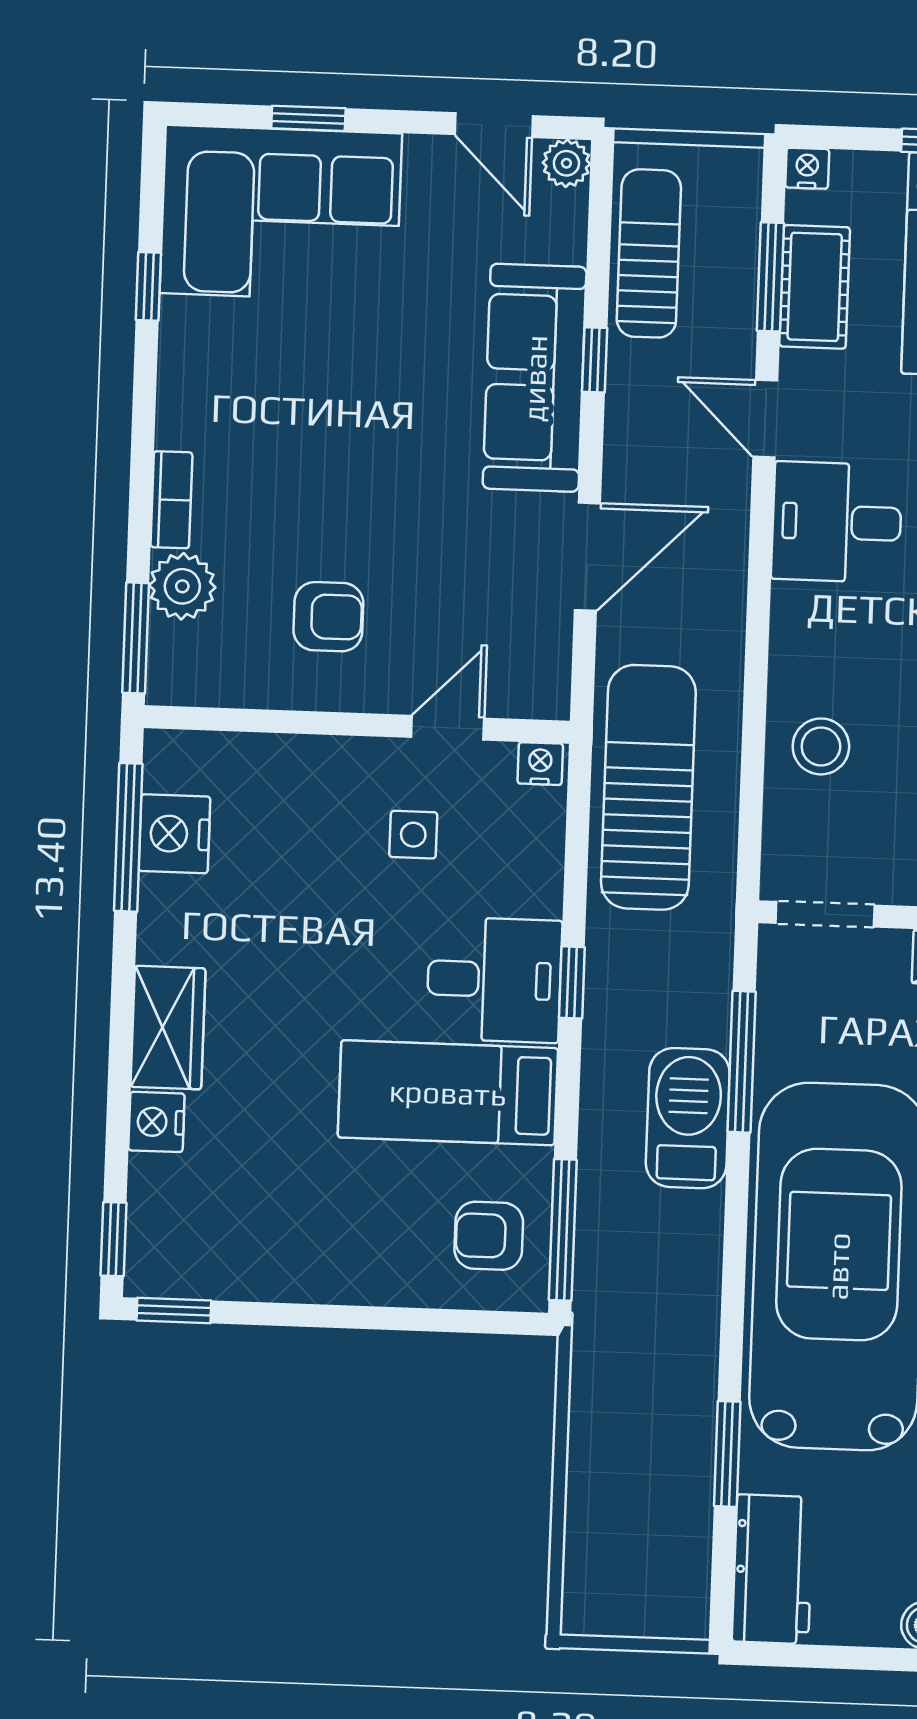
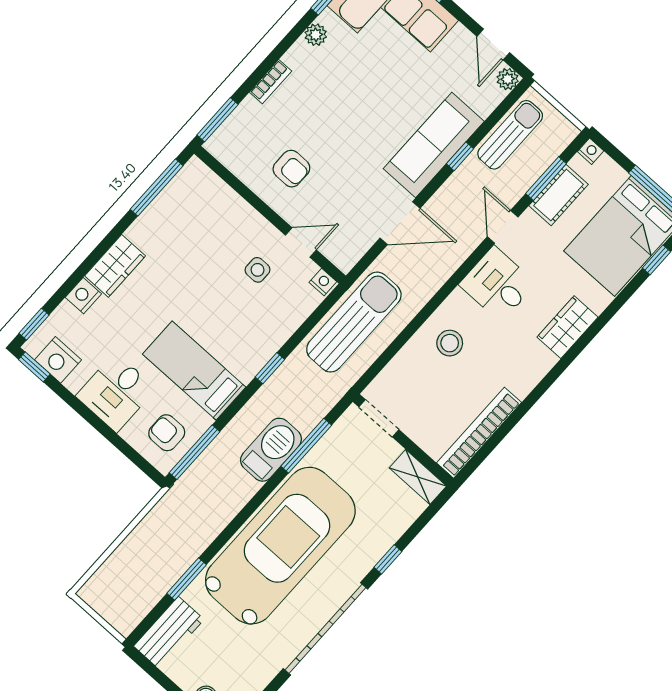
plant: (182, 586) -> (316, 35), moved, width x0.73, depth x0.73
stool: (821, 746) -> (450, 343), moved
nightstand: (174, 834) -> (58, 360), moved, turned -90
desk: (494, 980) -> (116, 392), moved, turned 90

